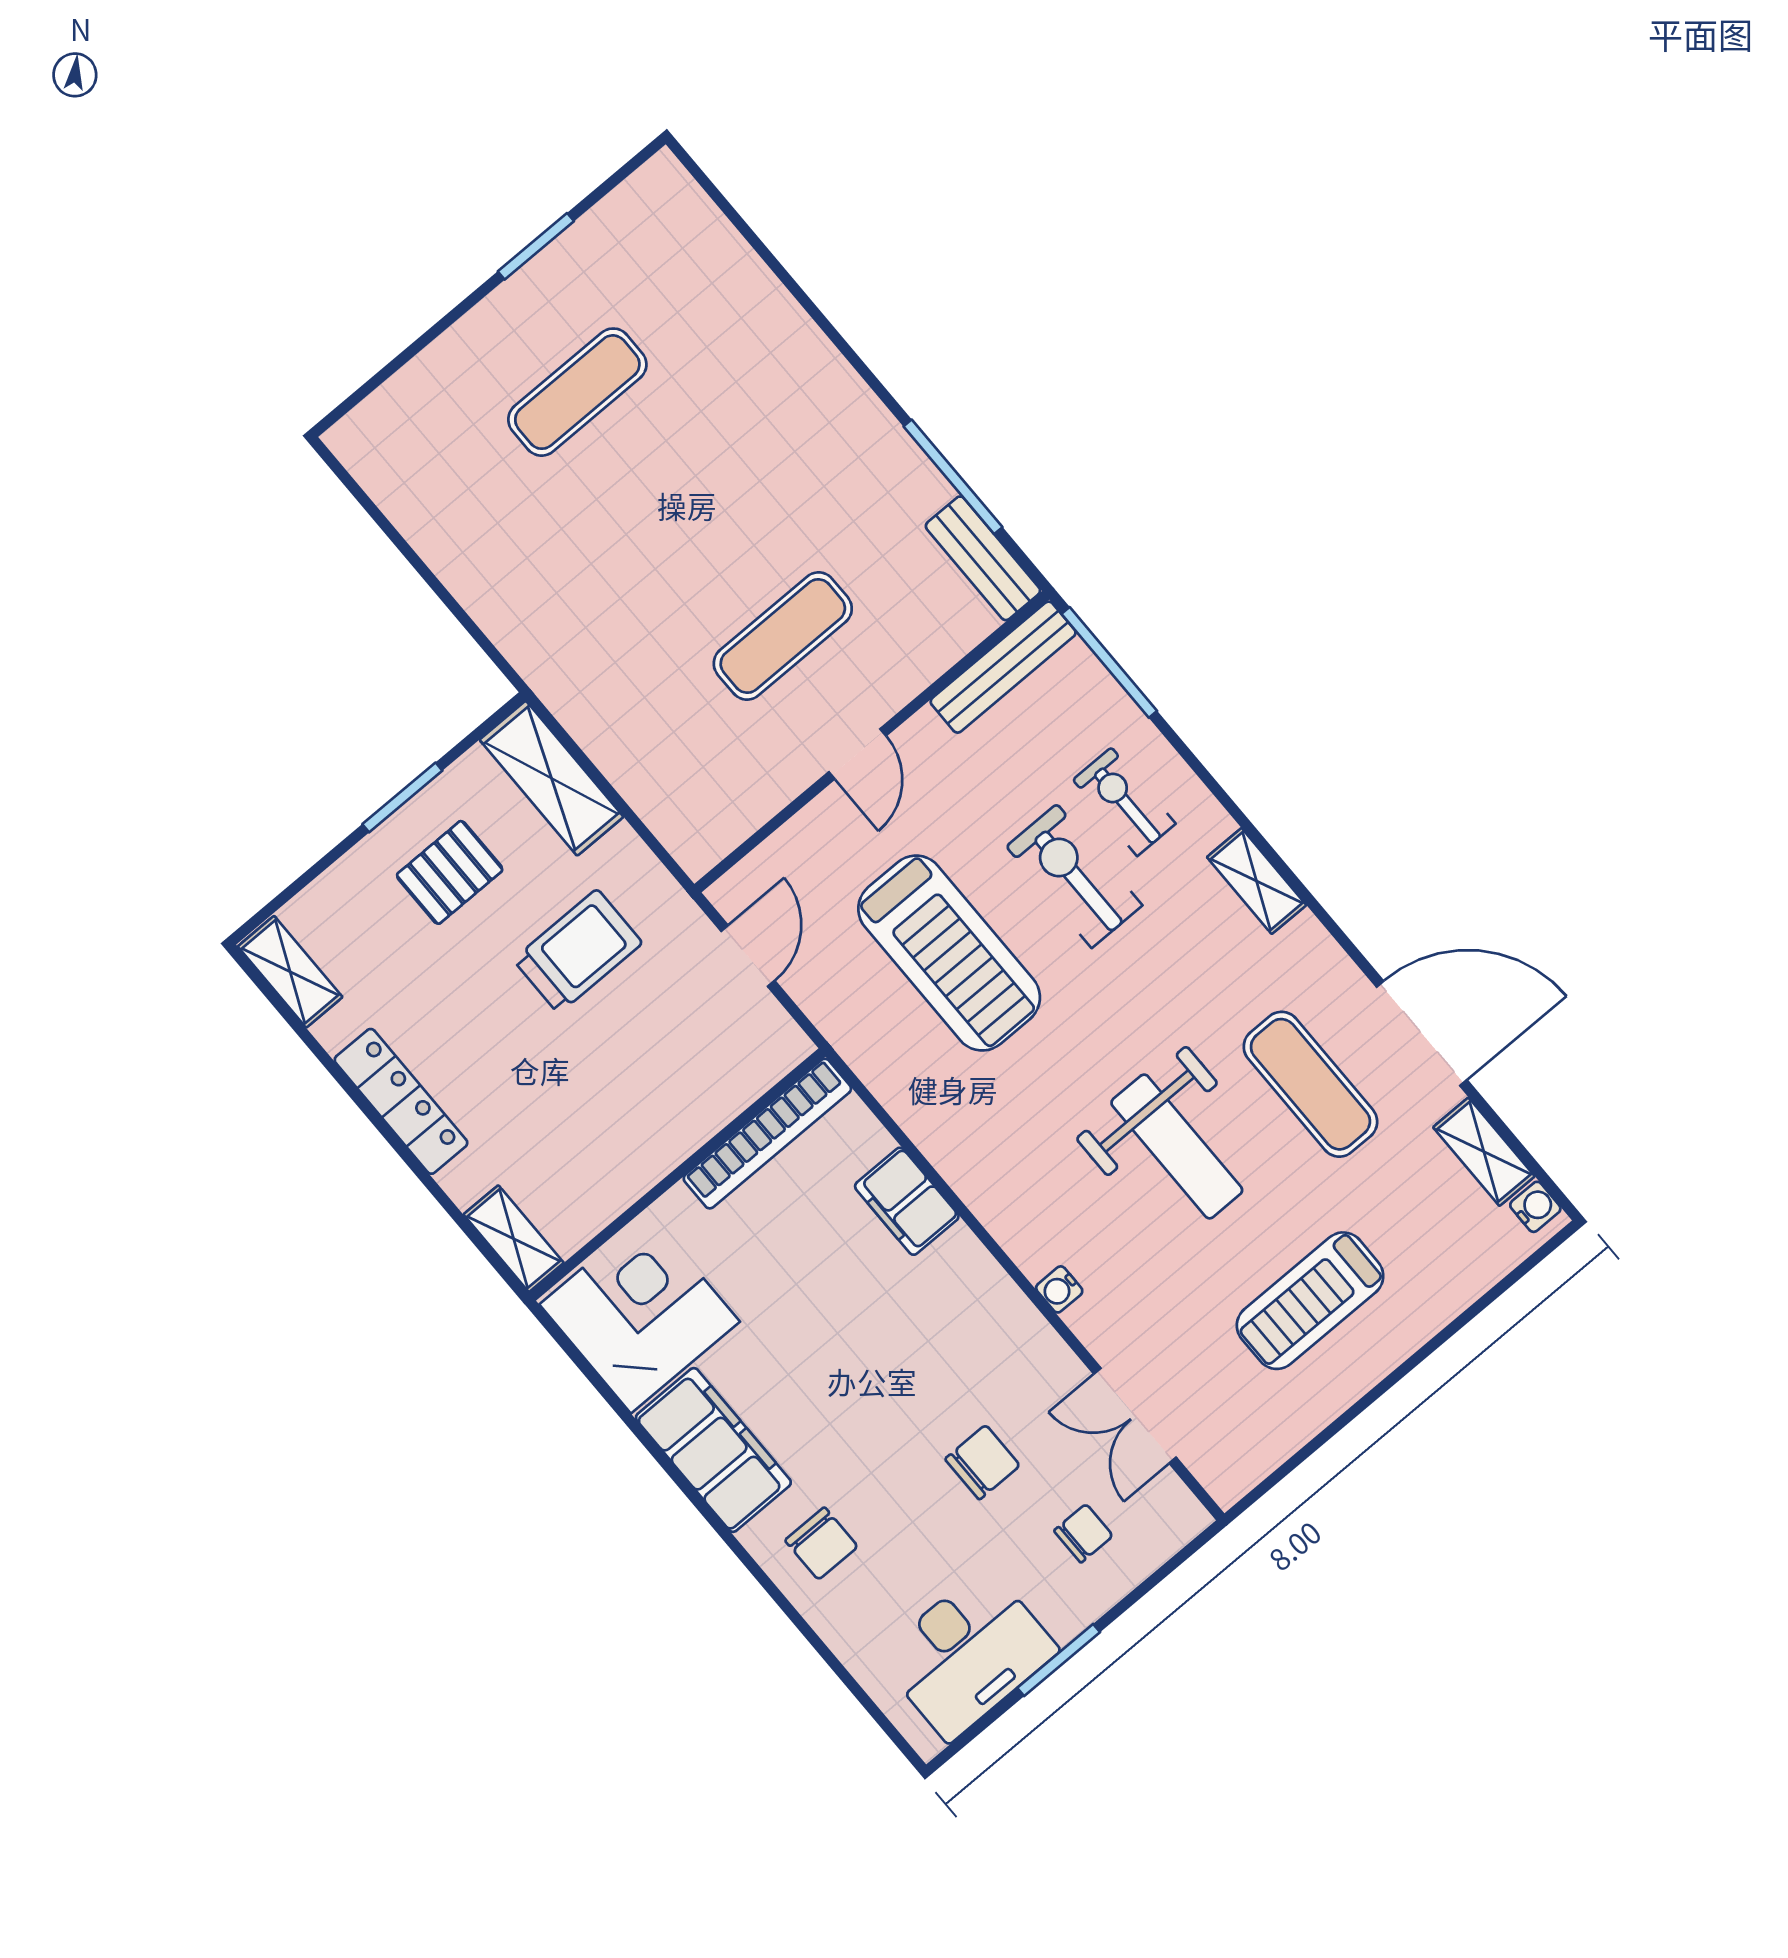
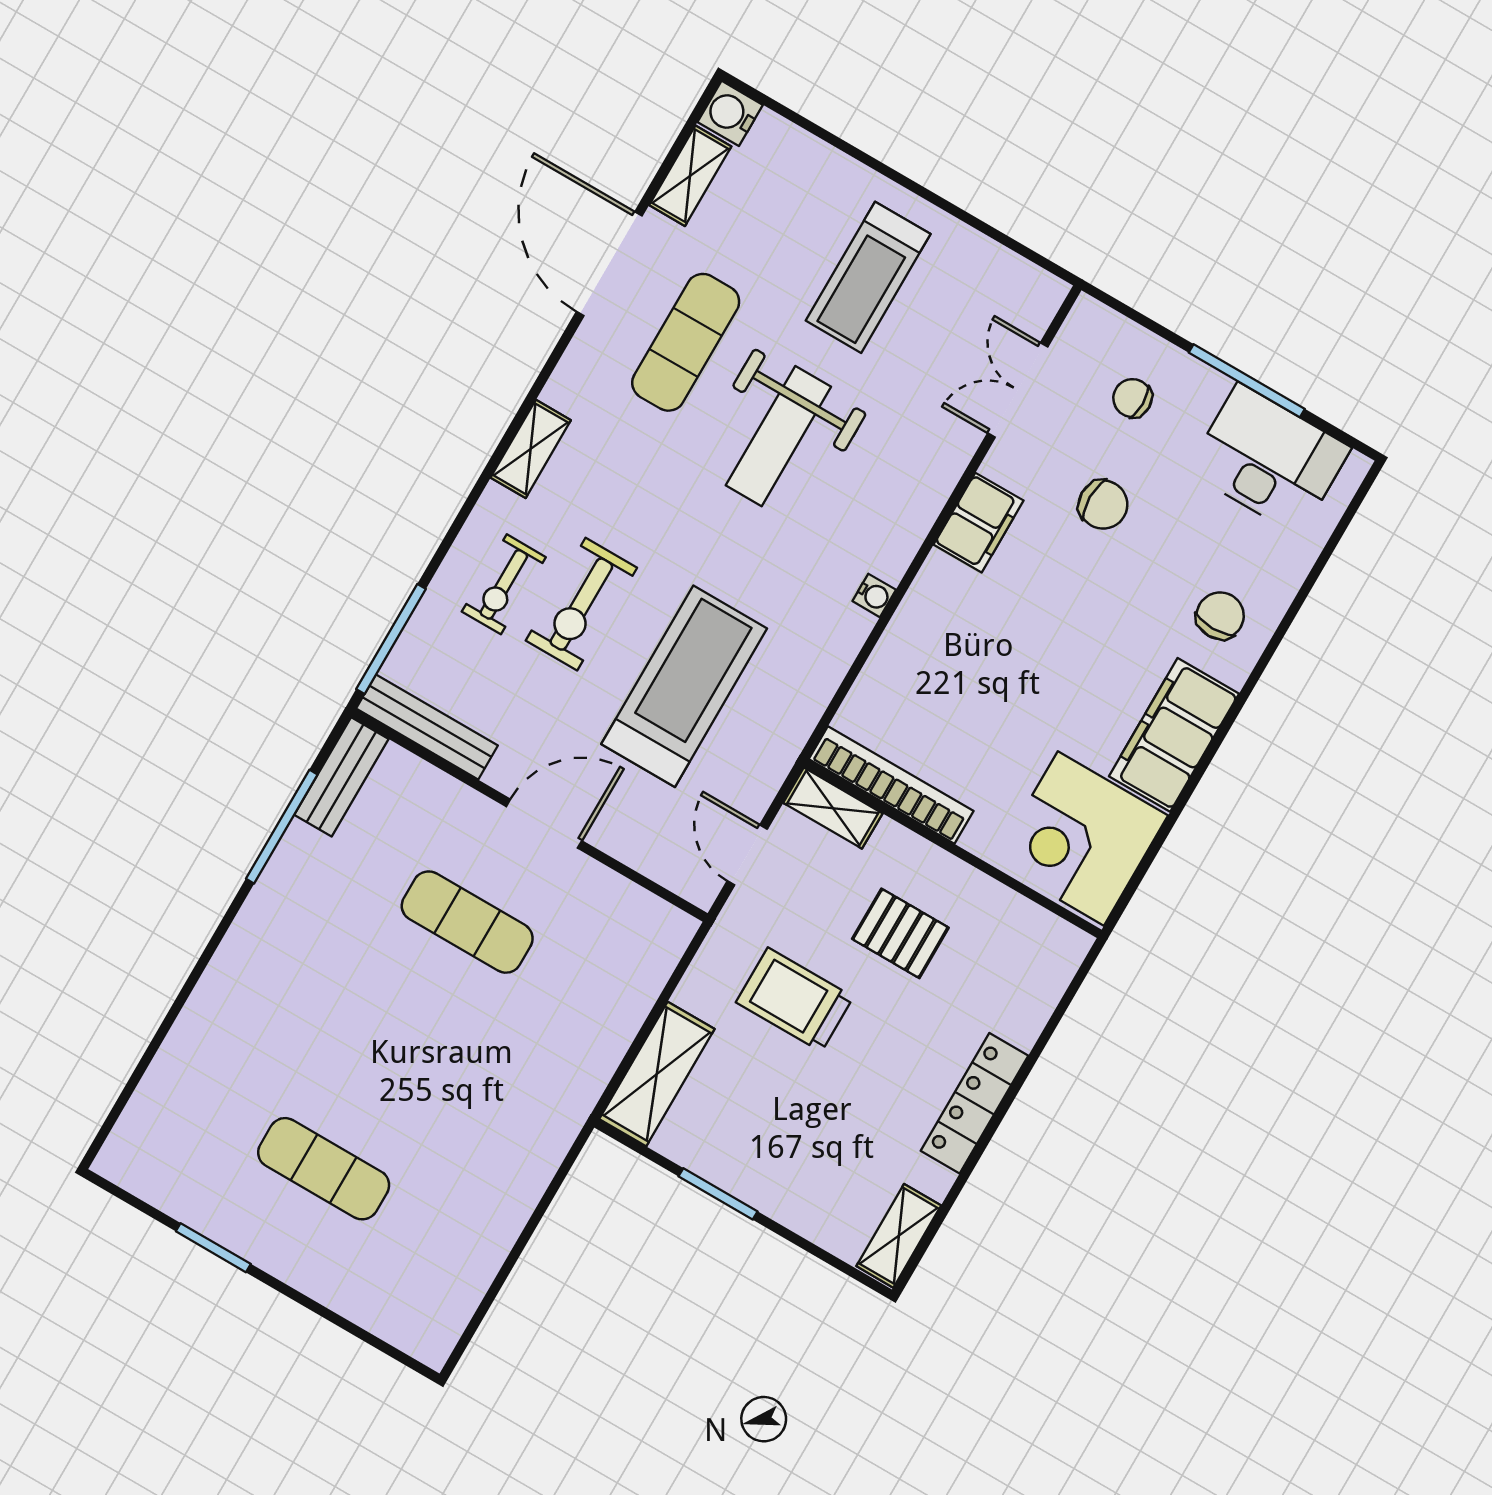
door: (857, 754) -> (544, 824), width x1.37
pallet: (450, 872) -> (900, 933), moved
door: (748, 956) -> (747, 855), hinge flipped
weight bench: (1177, 1146) -> (778, 436), turned 180
filing cabinet: (907, 1201) -> (978, 523), moved
water cooler: (1535, 1207) -> (730, 113), width x1.38, depth x1.38
shelving: (514, 1239) -> (833, 808), moved, turned 90
water cooler: (1059, 1289) -> (874, 595), moved
treadmill: (1310, 1301) -> (868, 277), turned 90
double door: (1135, 1416) -> (1018, 390), swing flipped
chair: (982, 1462) -> (1103, 505), turned 180
window: (1059, 1660) -> (1247, 381), width x1.44

